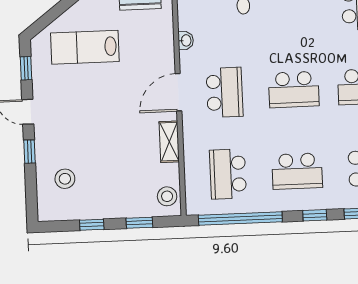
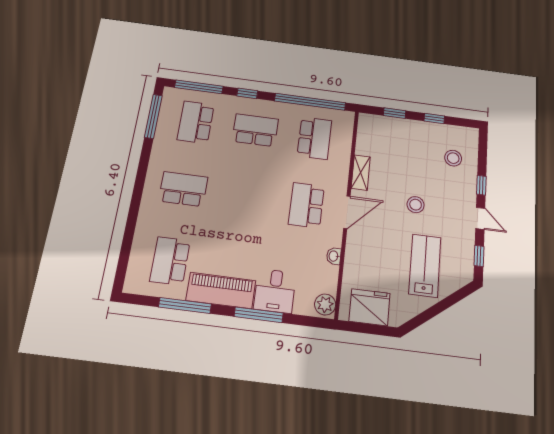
lab bench: (85, 47) -> (425, 266), turned -90
school desk: (294, 89) -> (245, 197), removed
stool: (167, 196) -> (416, 205), moved

